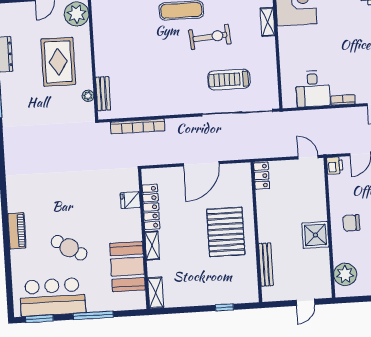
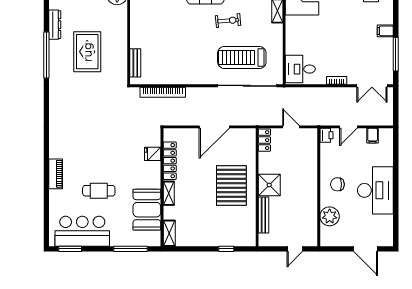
exercise bike: (210, 37) -> (228, 21), width x0.73, depth x0.72
rug: (58, 62) -> (87, 52), moved
treadmill: (229, 80) -> (242, 58), width x1.37, depth x1.38
desk: (313, 89) -> (300, 69), moved, turned 90
plant: (88, 96) -> (122, 64), removed
door: (308, 157) -> (291, 127), moved
shower: (315, 235) -> (269, 185), moved
cafe table: (69, 248) -> (99, 191), turned -31
plant: (345, 274) -> (330, 216), moved
window: (93, 315) -> (131, 249), moved

